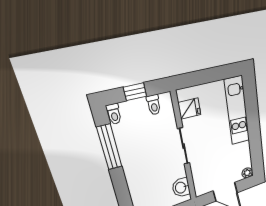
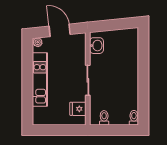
window: (135, 92) -> (115, 130), removed
kitchen unit: (237, 111) -> (40, 80), moved
window: (109, 147) -> (143, 94), removed

